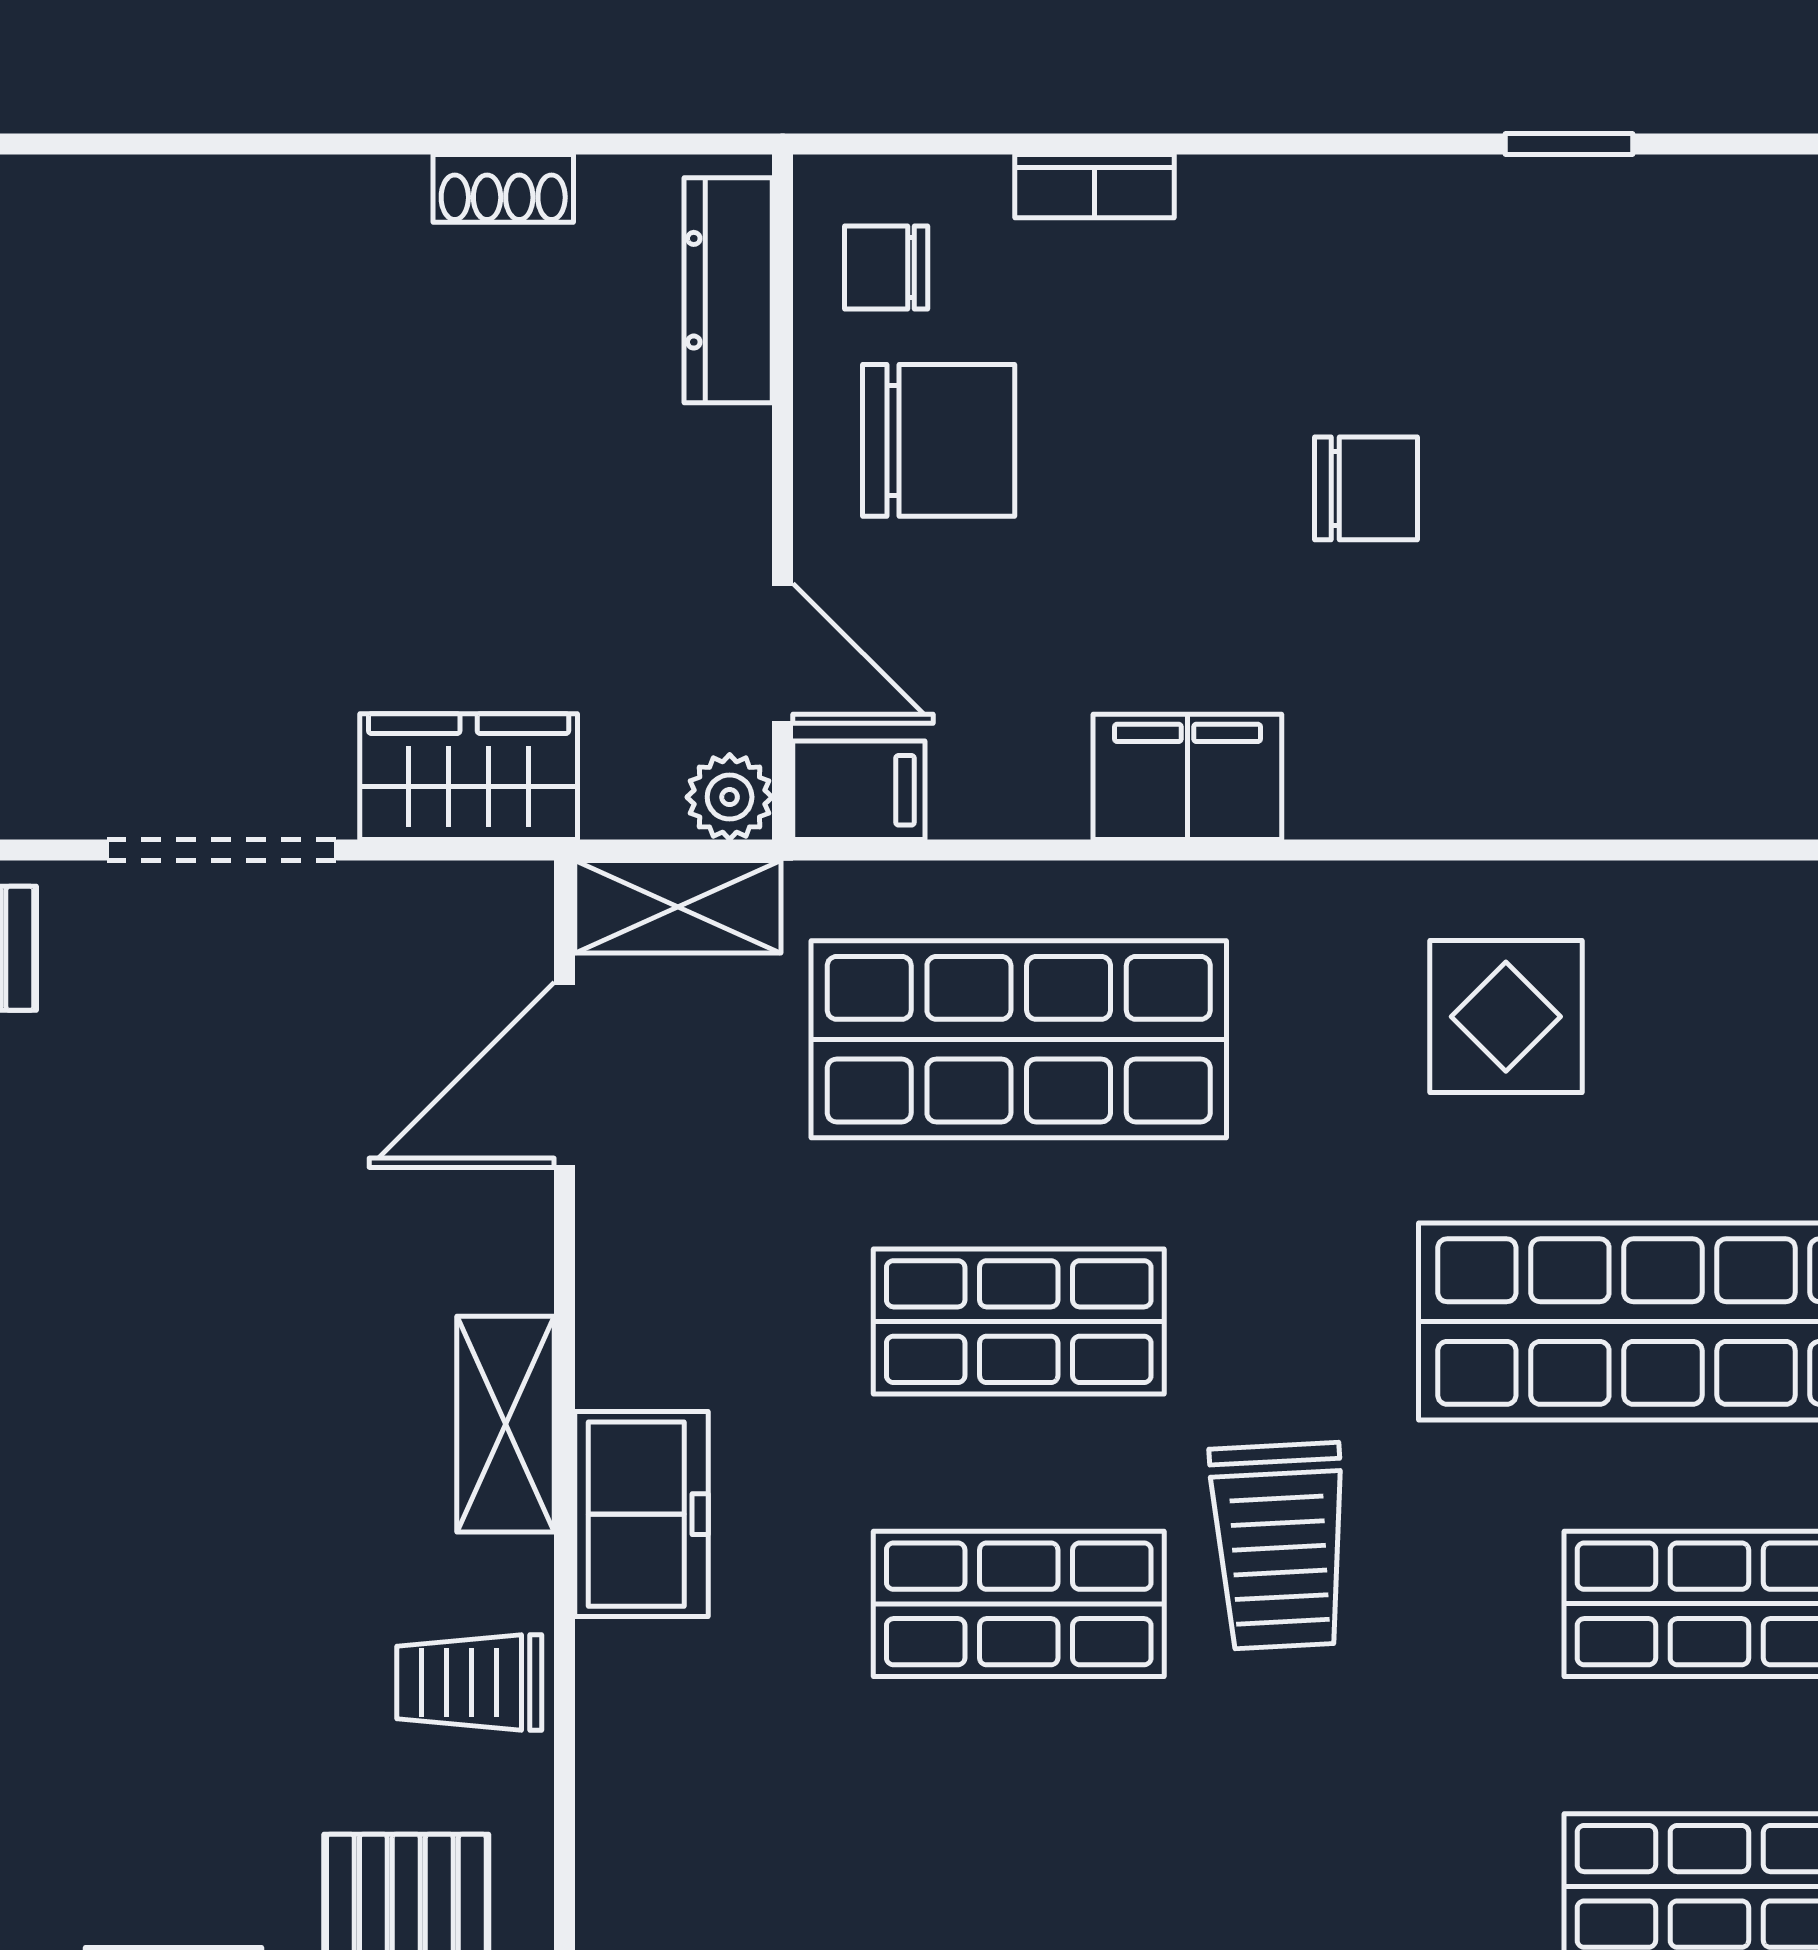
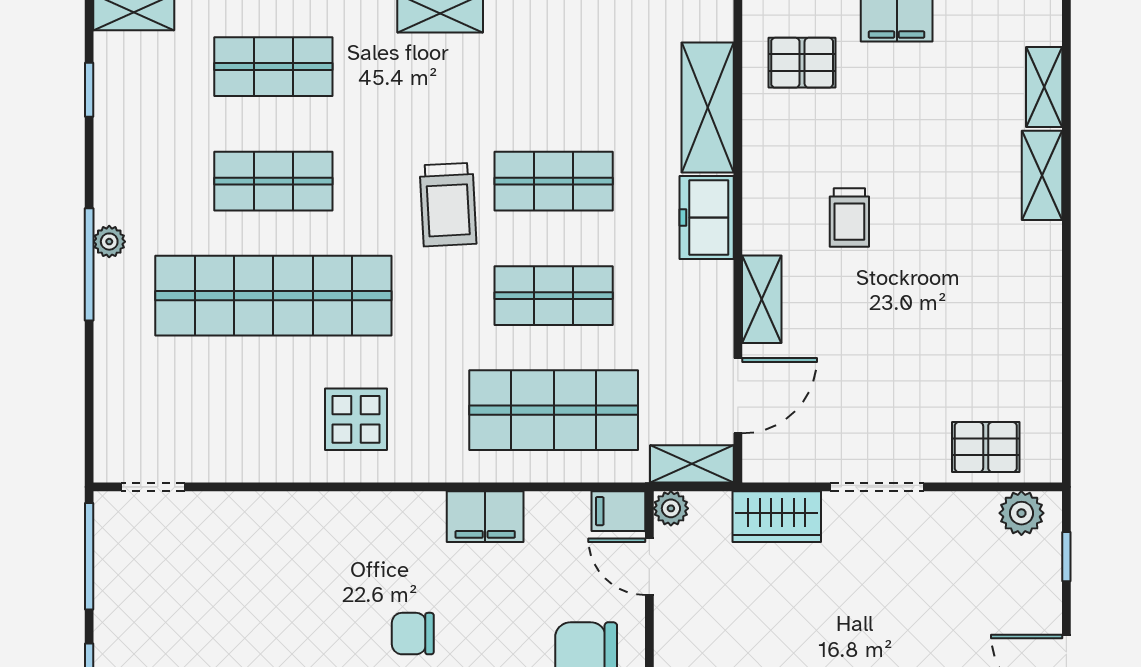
shelving: (506, 1424) -> (762, 299), moved
trolley: (1279, 1546) -> (448, 205), turned 180
trolley: (469, 1683) -> (849, 218), moved, turned 90
shelving: (639, 1785) -> (708, 108), added

